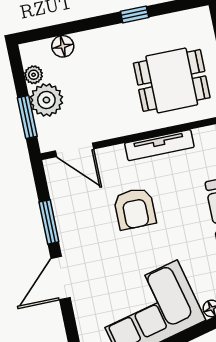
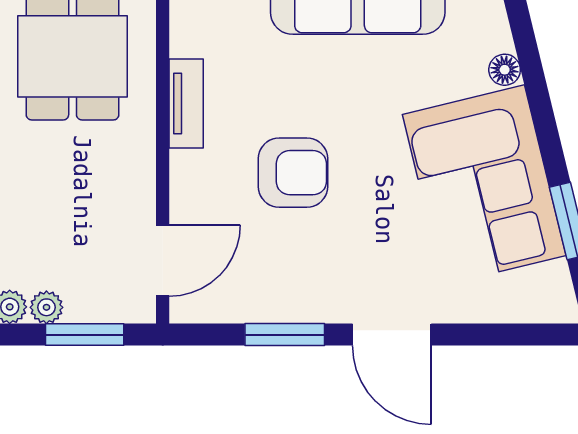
plant: (46, 100) -> (46, 307), width x0.53, depth x0.53
tv unit: (159, 145) -> (186, 104), width x0.71

